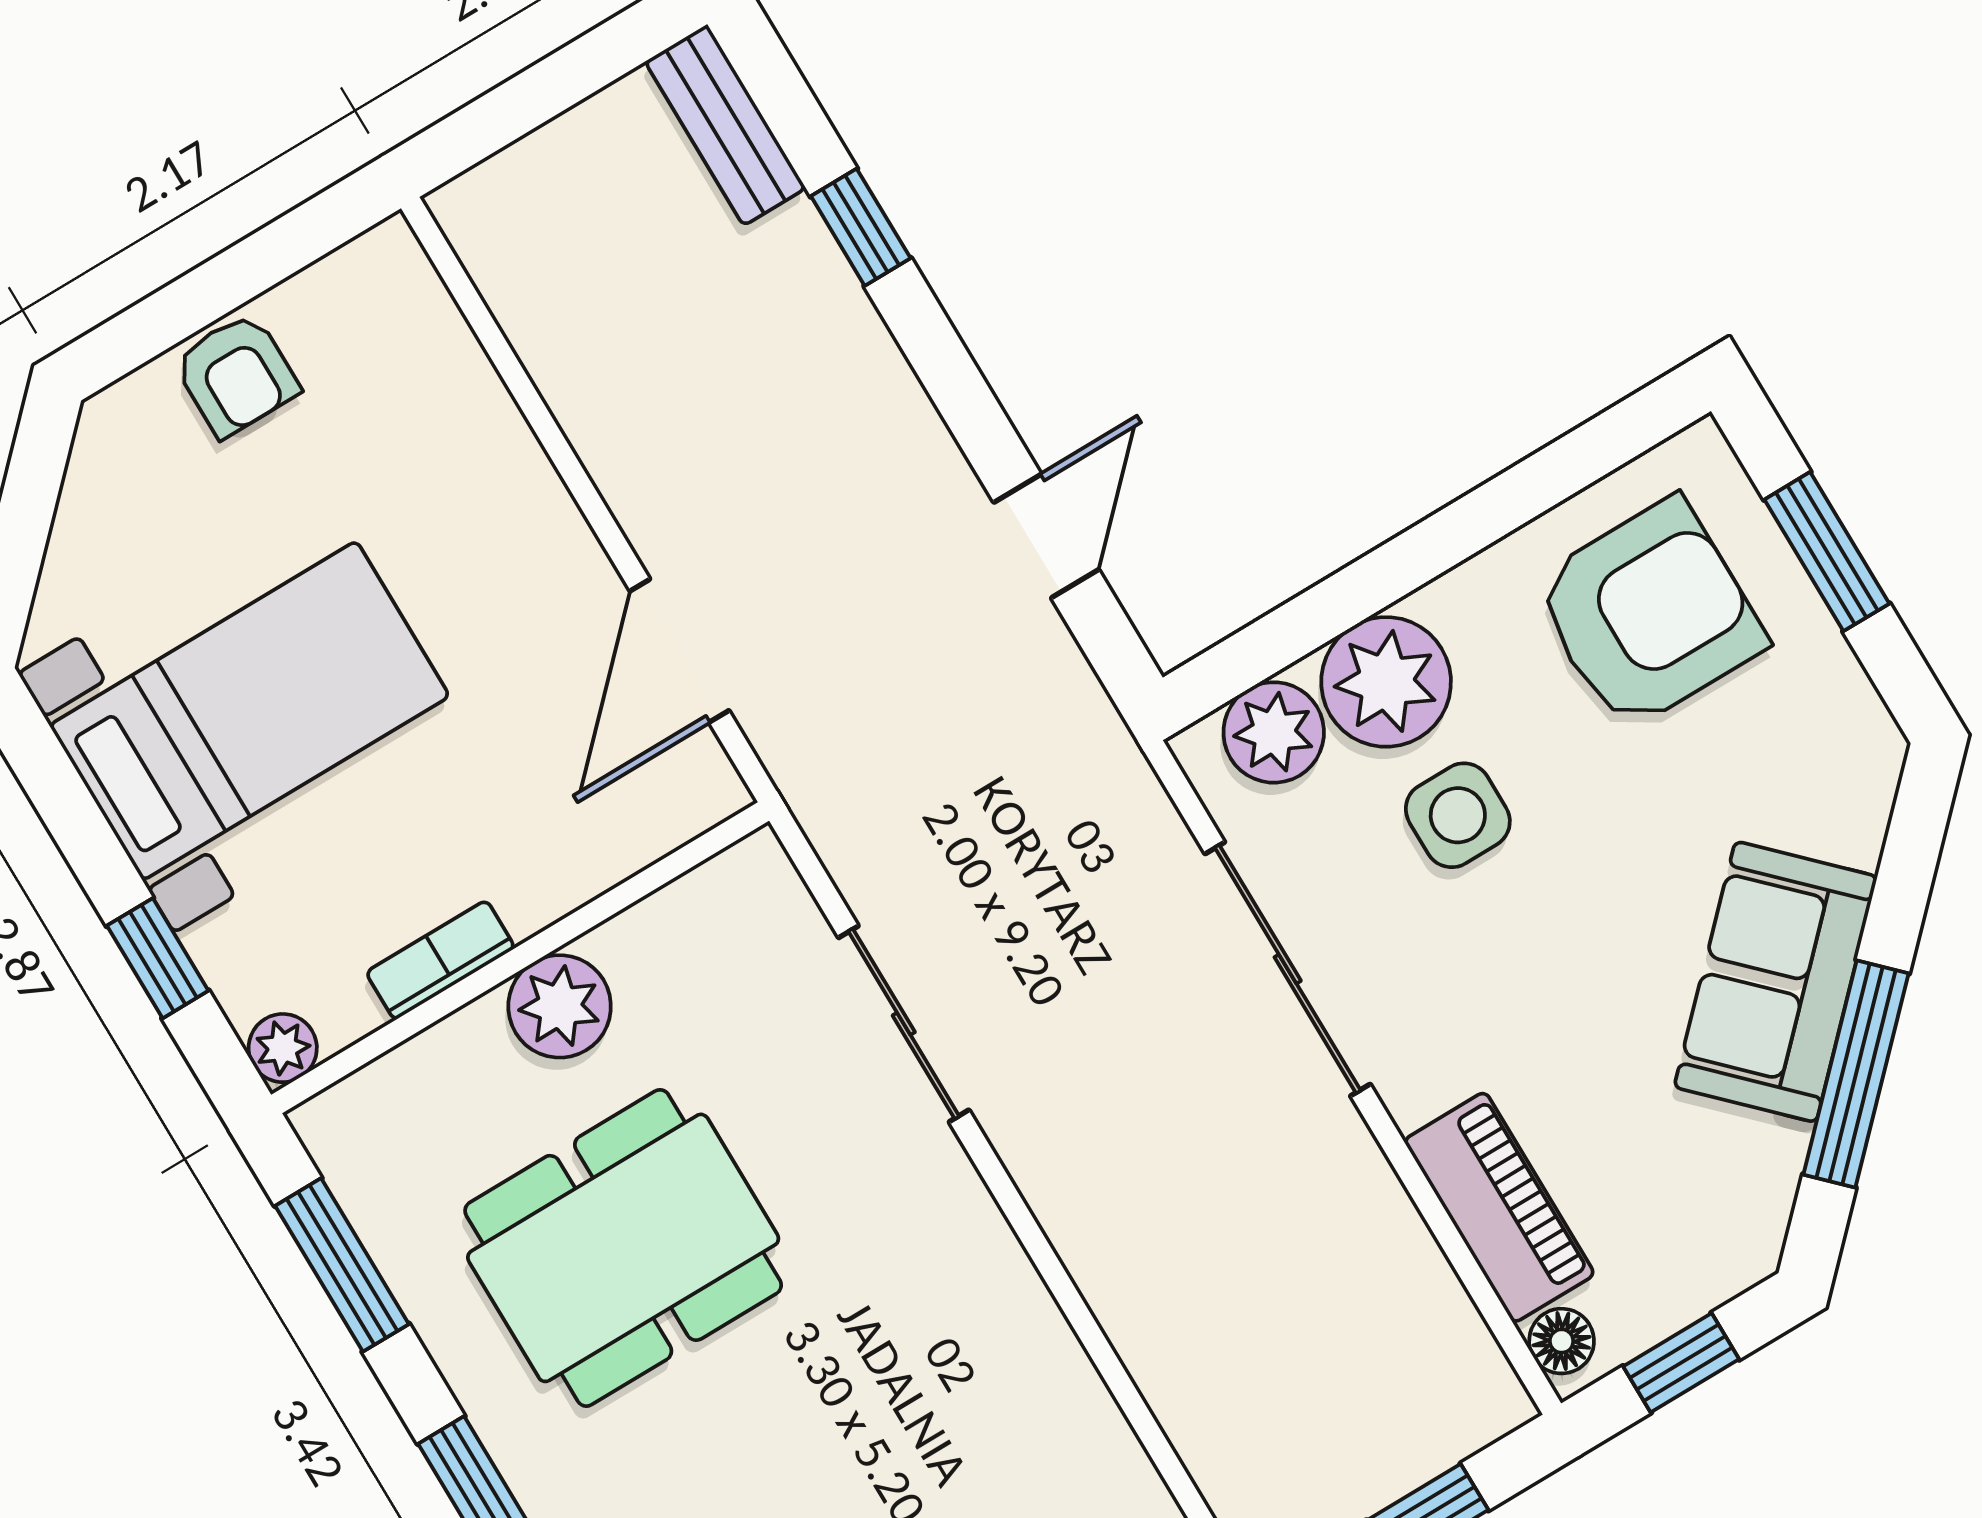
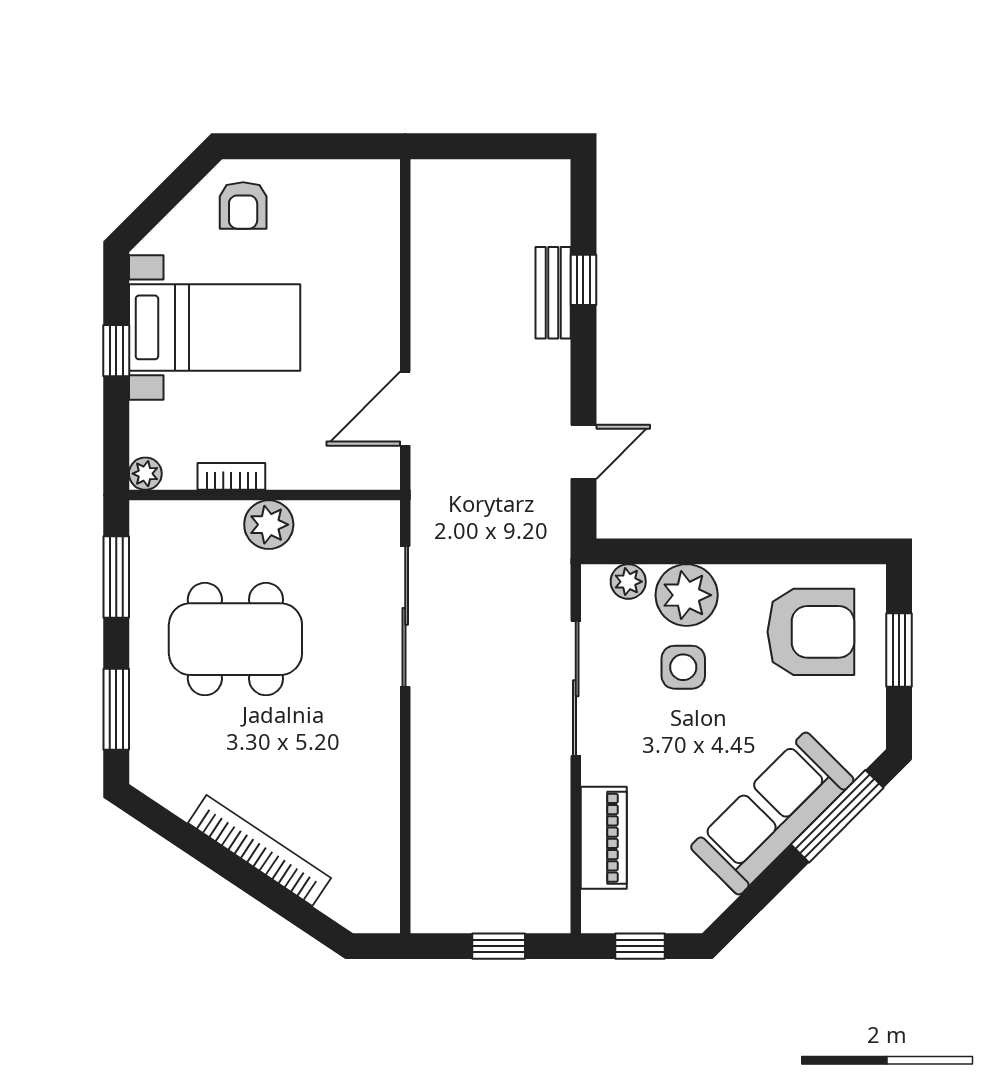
bench: (725, 125) -> (553, 293), moved
armchair: (236, 375) -> (243, 206), moved
plant: (1274, 732) -> (628, 582), width x0.73, depth x0.73
window: (158, 958) -> (116, 351), moved
sofa: (1776, 982) -> (772, 813), width x1.36
sliding door: (904, 1024) -> (405, 616), width x1.37
window: (1856, 1074) -> (837, 816), moved
floor lamp: (1562, 1341) -> (596, 908), removed

